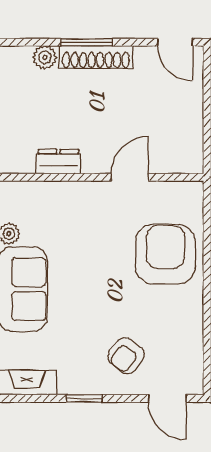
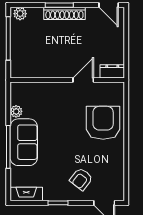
plant: (45, 57) -> (20, 14), moved
dresser: (58, 162) -> (112, 71), moved

